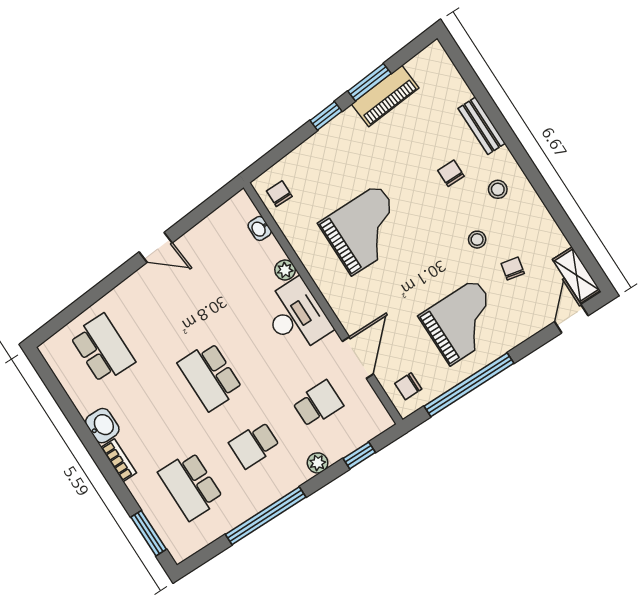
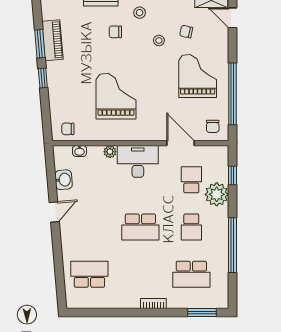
washbasin: (102, 426) -> (64, 180), moved, turned 85
plant: (318, 463) -> (217, 194), width x1.87, depth x1.87

